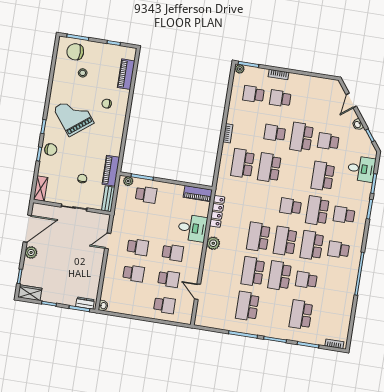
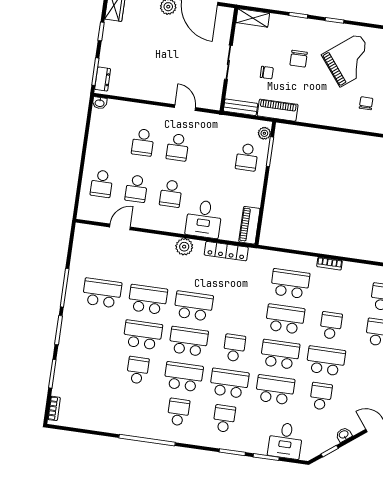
chair: (51, 149) -> (299, 59), moved
school desk: (301, 315) -> (280, 354), moved

